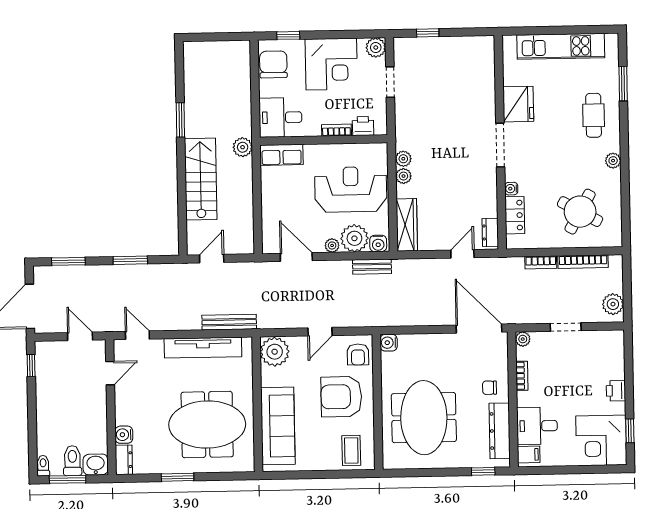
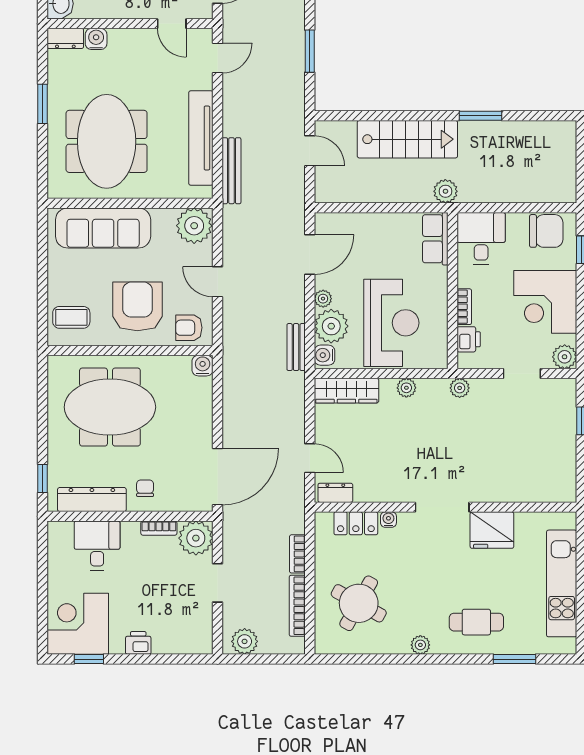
plant: (403, 159) -> (460, 388), moved
plant: (523, 339) -> (196, 538), width x1.88, depth x1.88
filing cabinet: (529, 455) -> (62, 535), removed

